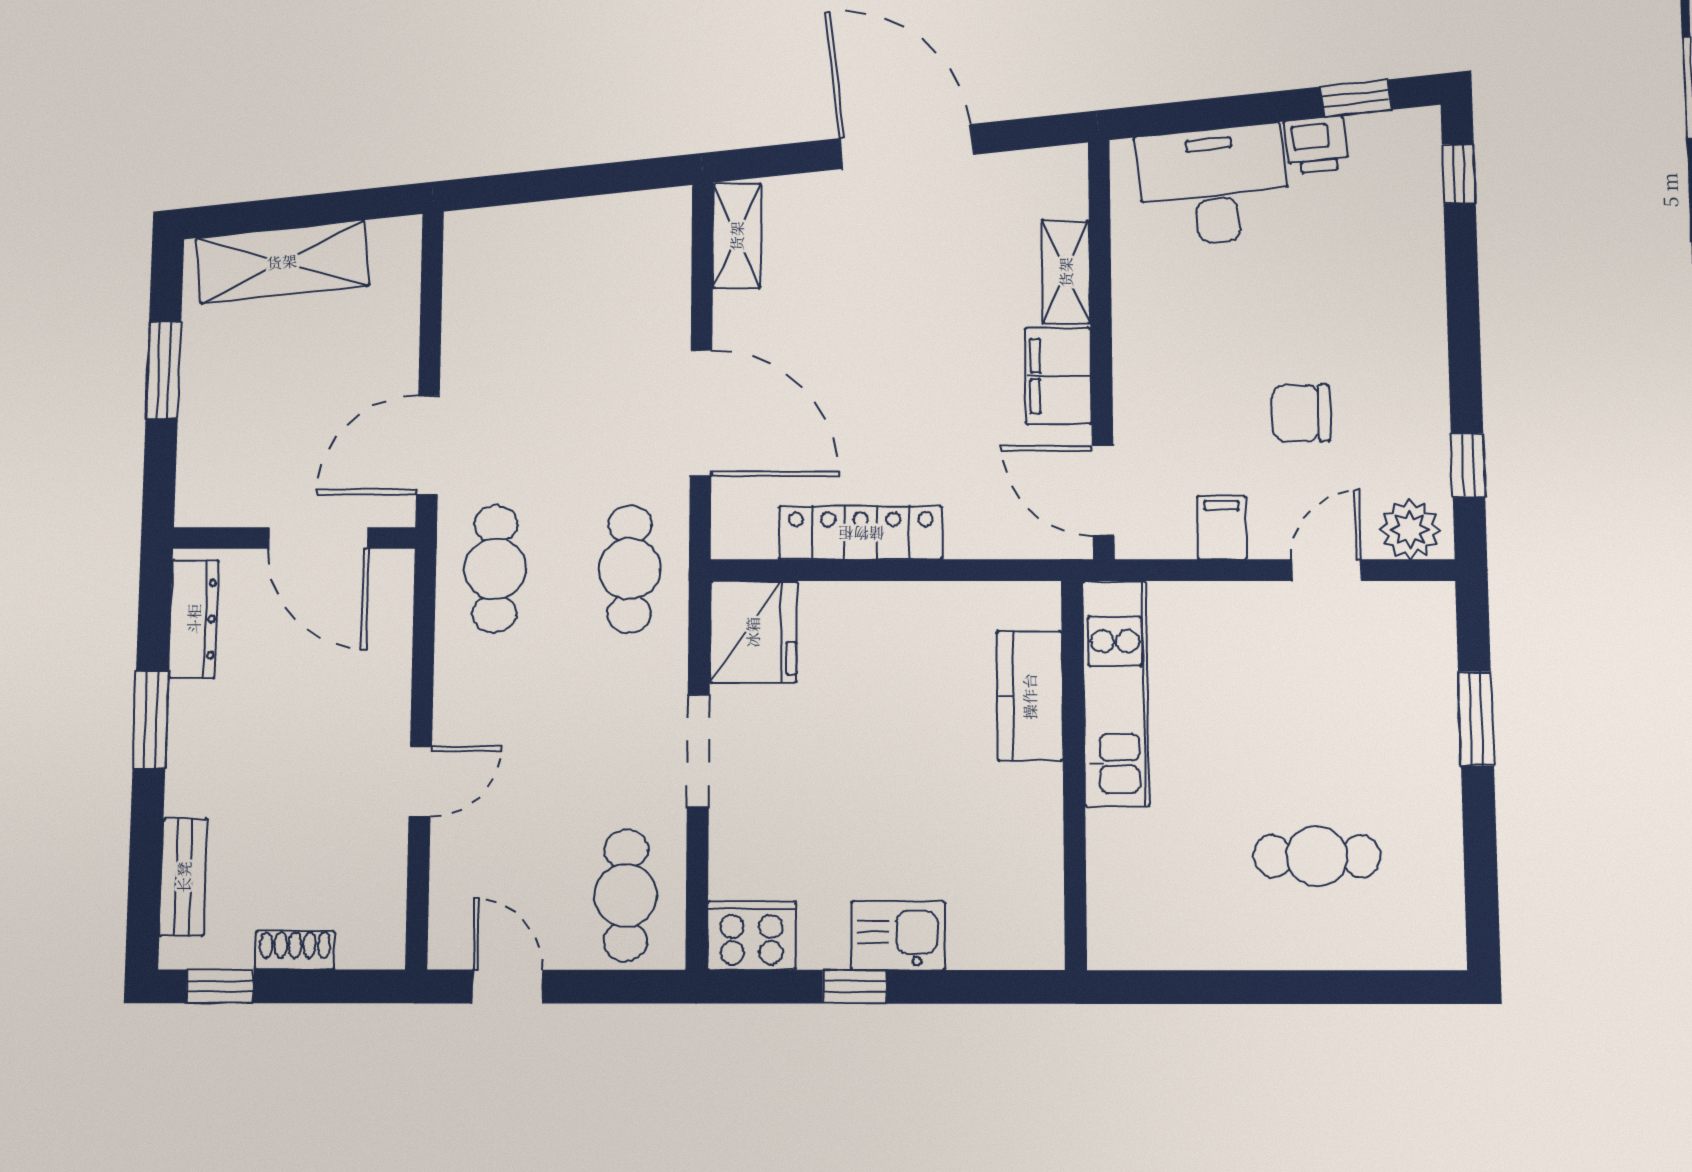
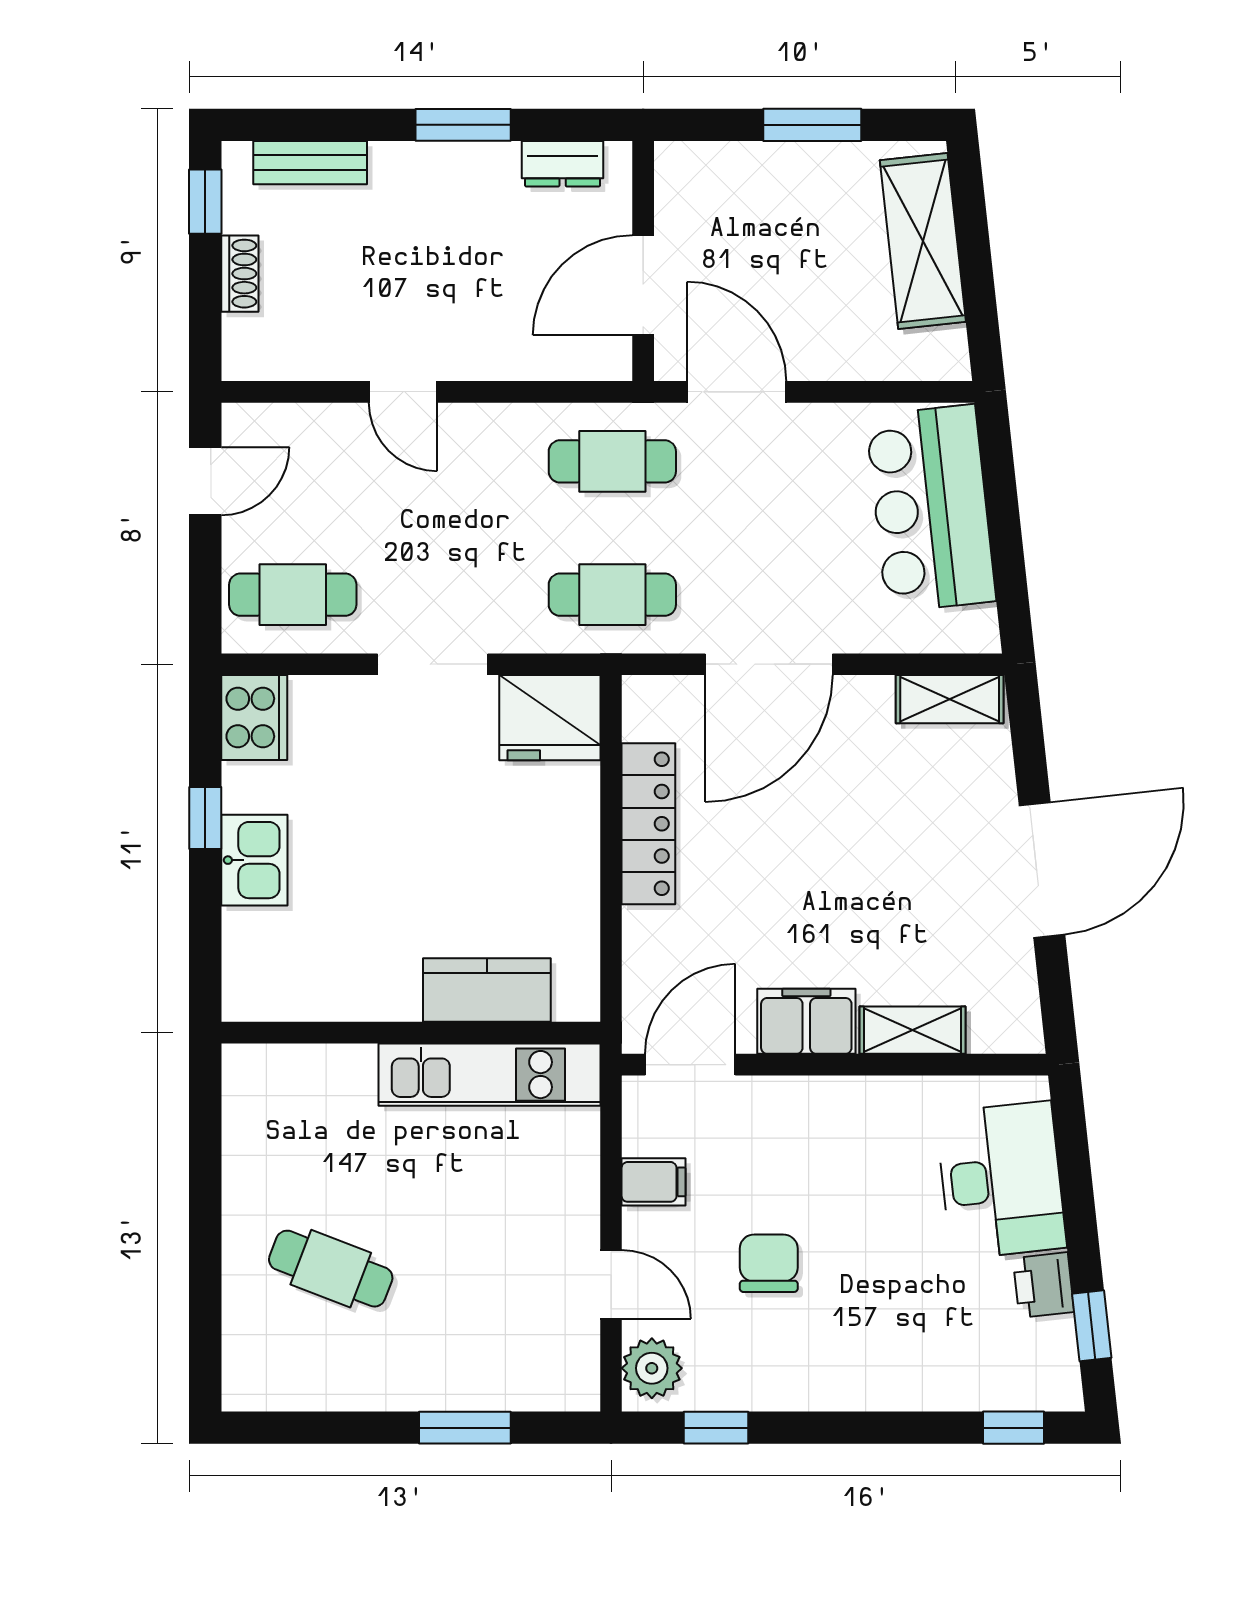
bar counter: (548, 254) -> (931, 508), added
dresser: (194, 619) -> (563, 164), width x0.70
cafe table: (1317, 856) -> (331, 1269), turned -69

